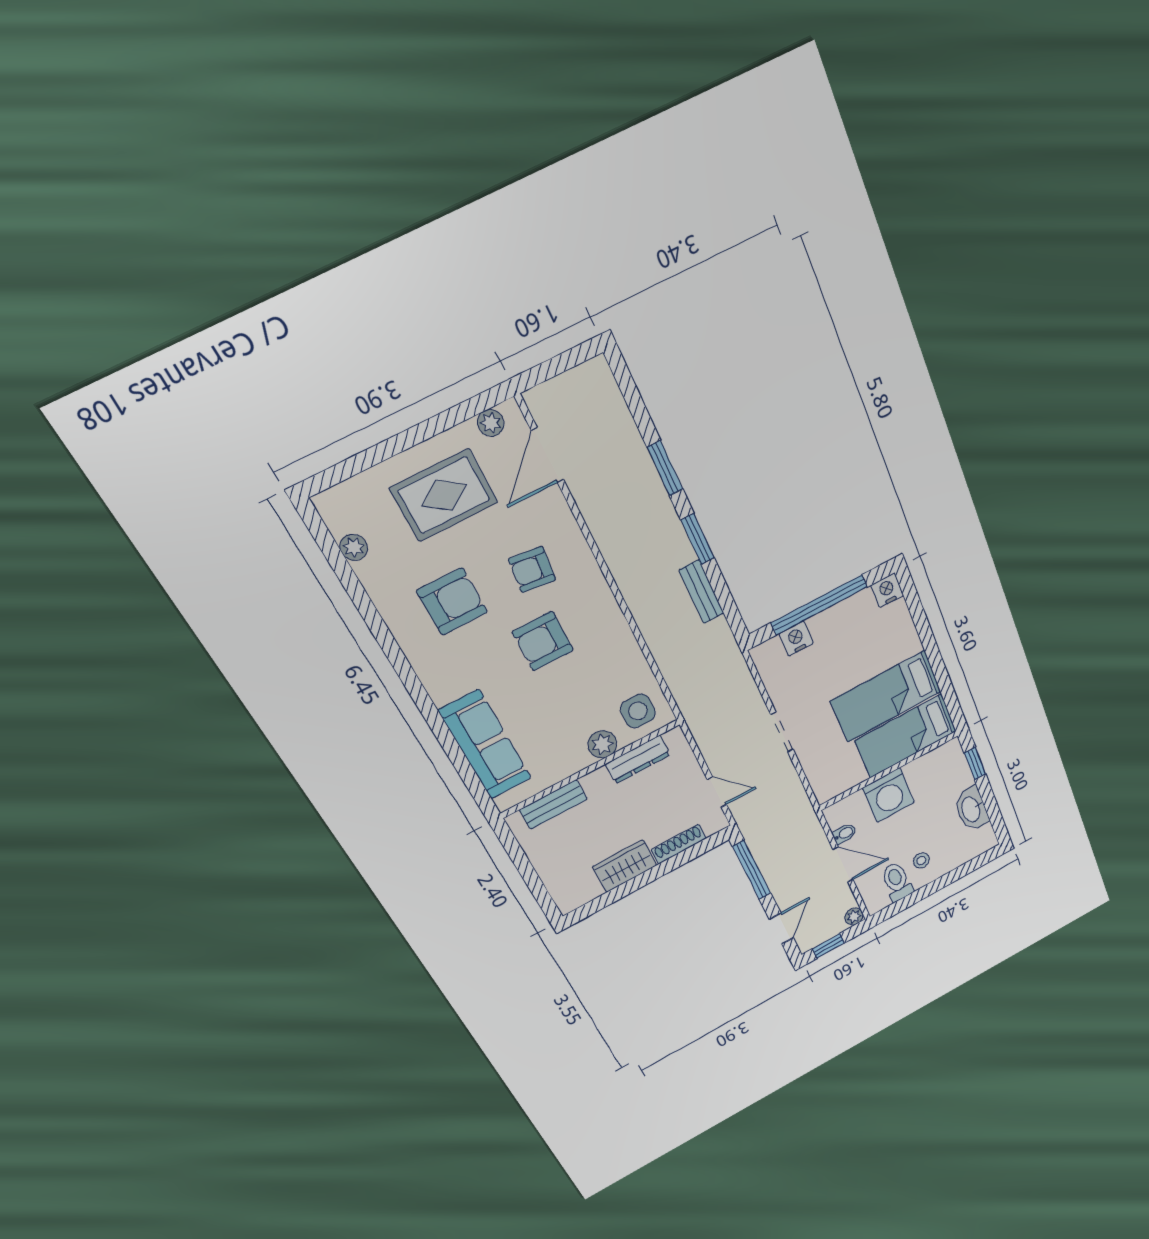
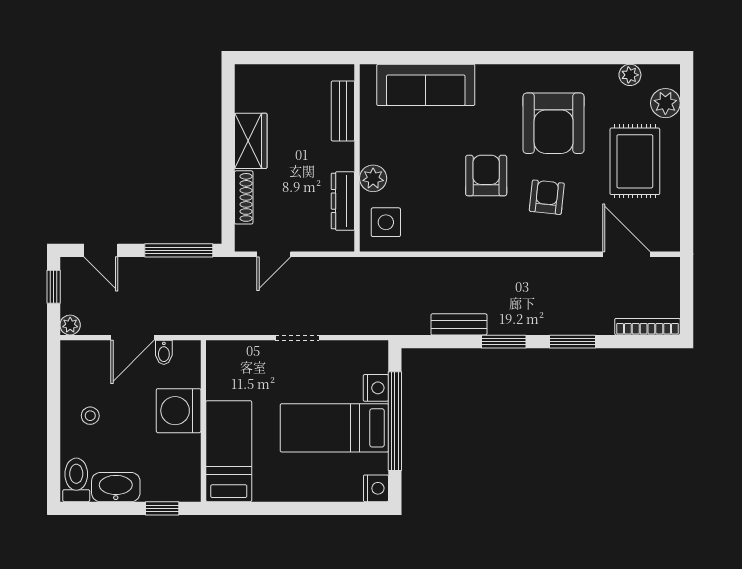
bookcase: (612, 394) -> (647, 327), added
plant: (491, 423) -> (665, 103), moved, width x1.38, depth x1.38
armchair: (452, 601) -> (554, 123), width x1.36, depth x1.36
bed: (886, 696) -> (334, 428), moved, turned -90
toilet: (897, 882) -> (76, 480), moved, turned -90

